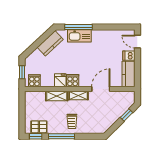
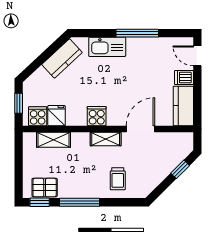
window: (79, 27) -> (137, 33), moved
fridge: (60, 80) -> (56, 116), moved
shelving: (57, 96) -> (54, 140), moved
trolley: (72, 121) -> (118, 179), moved

